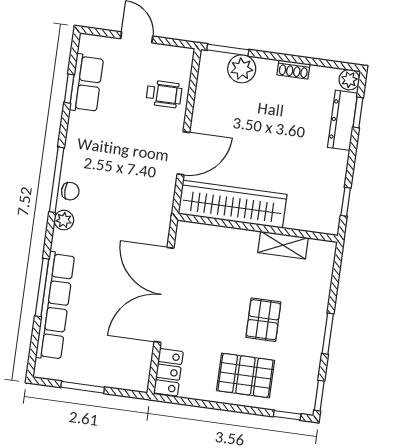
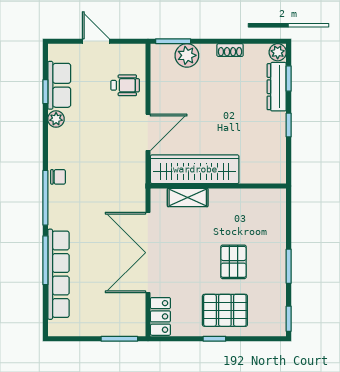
window: (57, 180) -> (45, 198), moved
window: (346, 202) -> (289, 125), moved
plant: (64, 220) -> (56, 119), moved
shelving: (283, 245) -> (188, 198), moved
window: (83, 387) -> (119, 339), moved
window: (287, 415) -> (214, 339), moved

